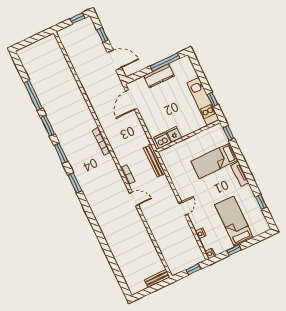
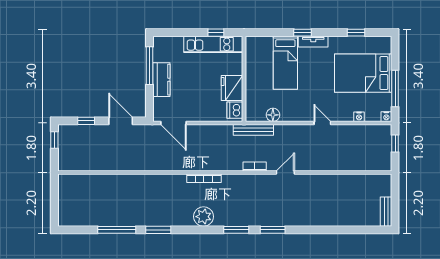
door: (115, 60) -> (121, 121), hinge flipped
window: (228, 133) -> (303, 33), moved
fridge: (174, 134) -> (232, 88), width x1.88, depth x1.34
window: (61, 153) -> (273, 230), moved
plant: (73, 154) -> (204, 217), added
floor lamp: (172, 170) -> (273, 115), added
bed: (234, 221) -> (363, 73), width x1.50
window: (234, 250) -> (395, 88), width x2.17
bench: (157, 278) -> (386, 212), moved

